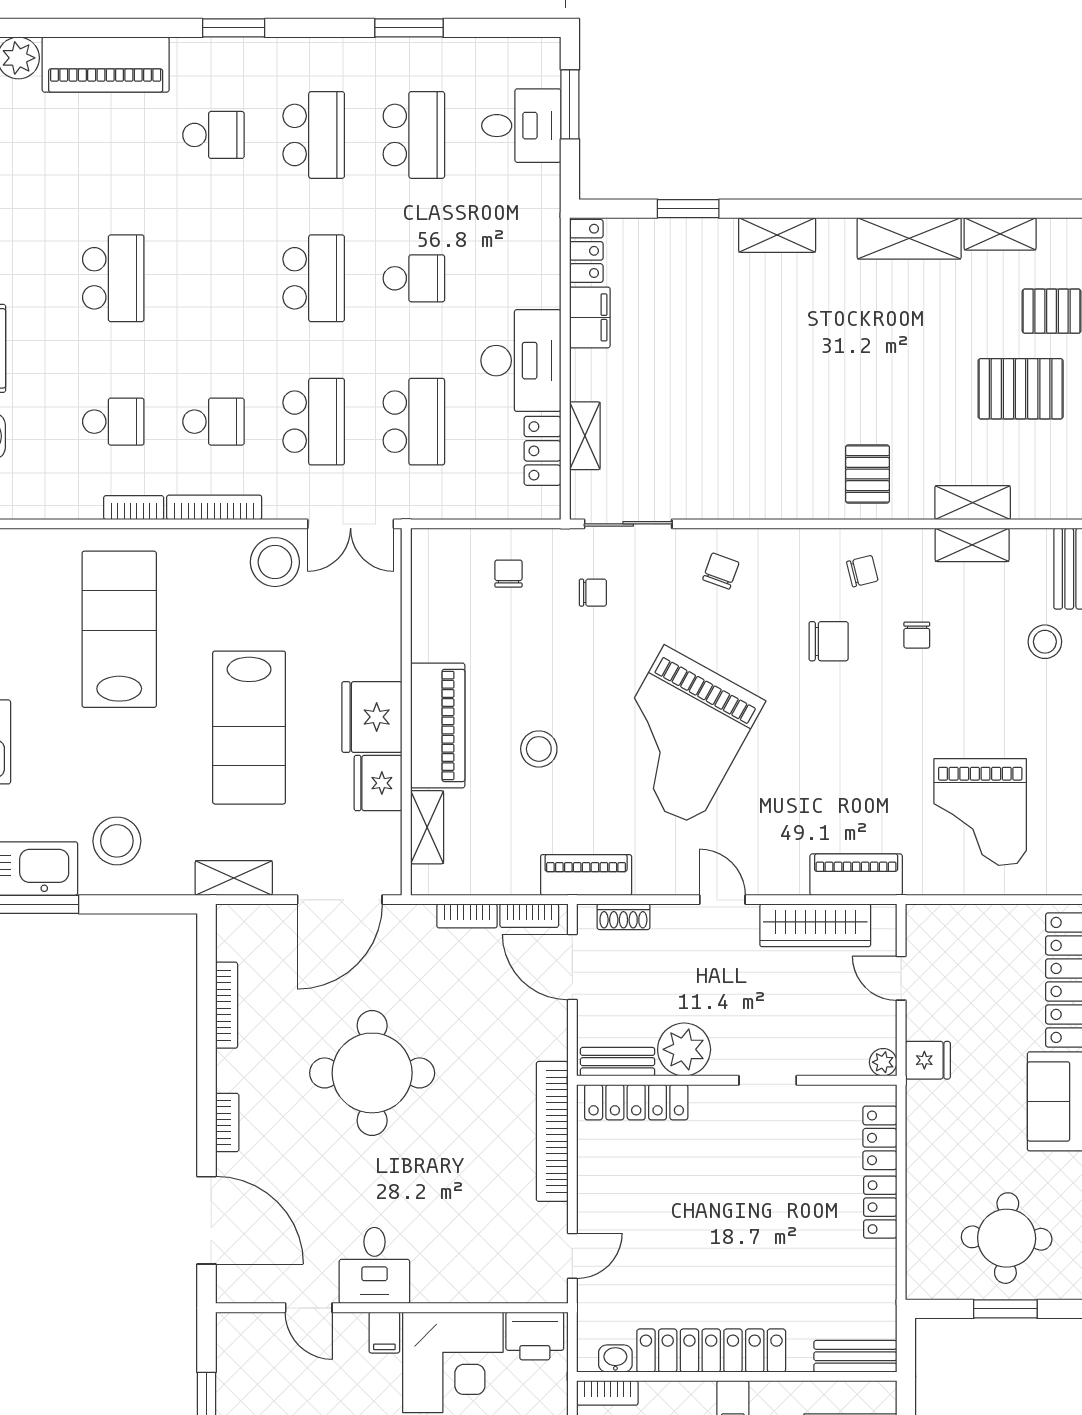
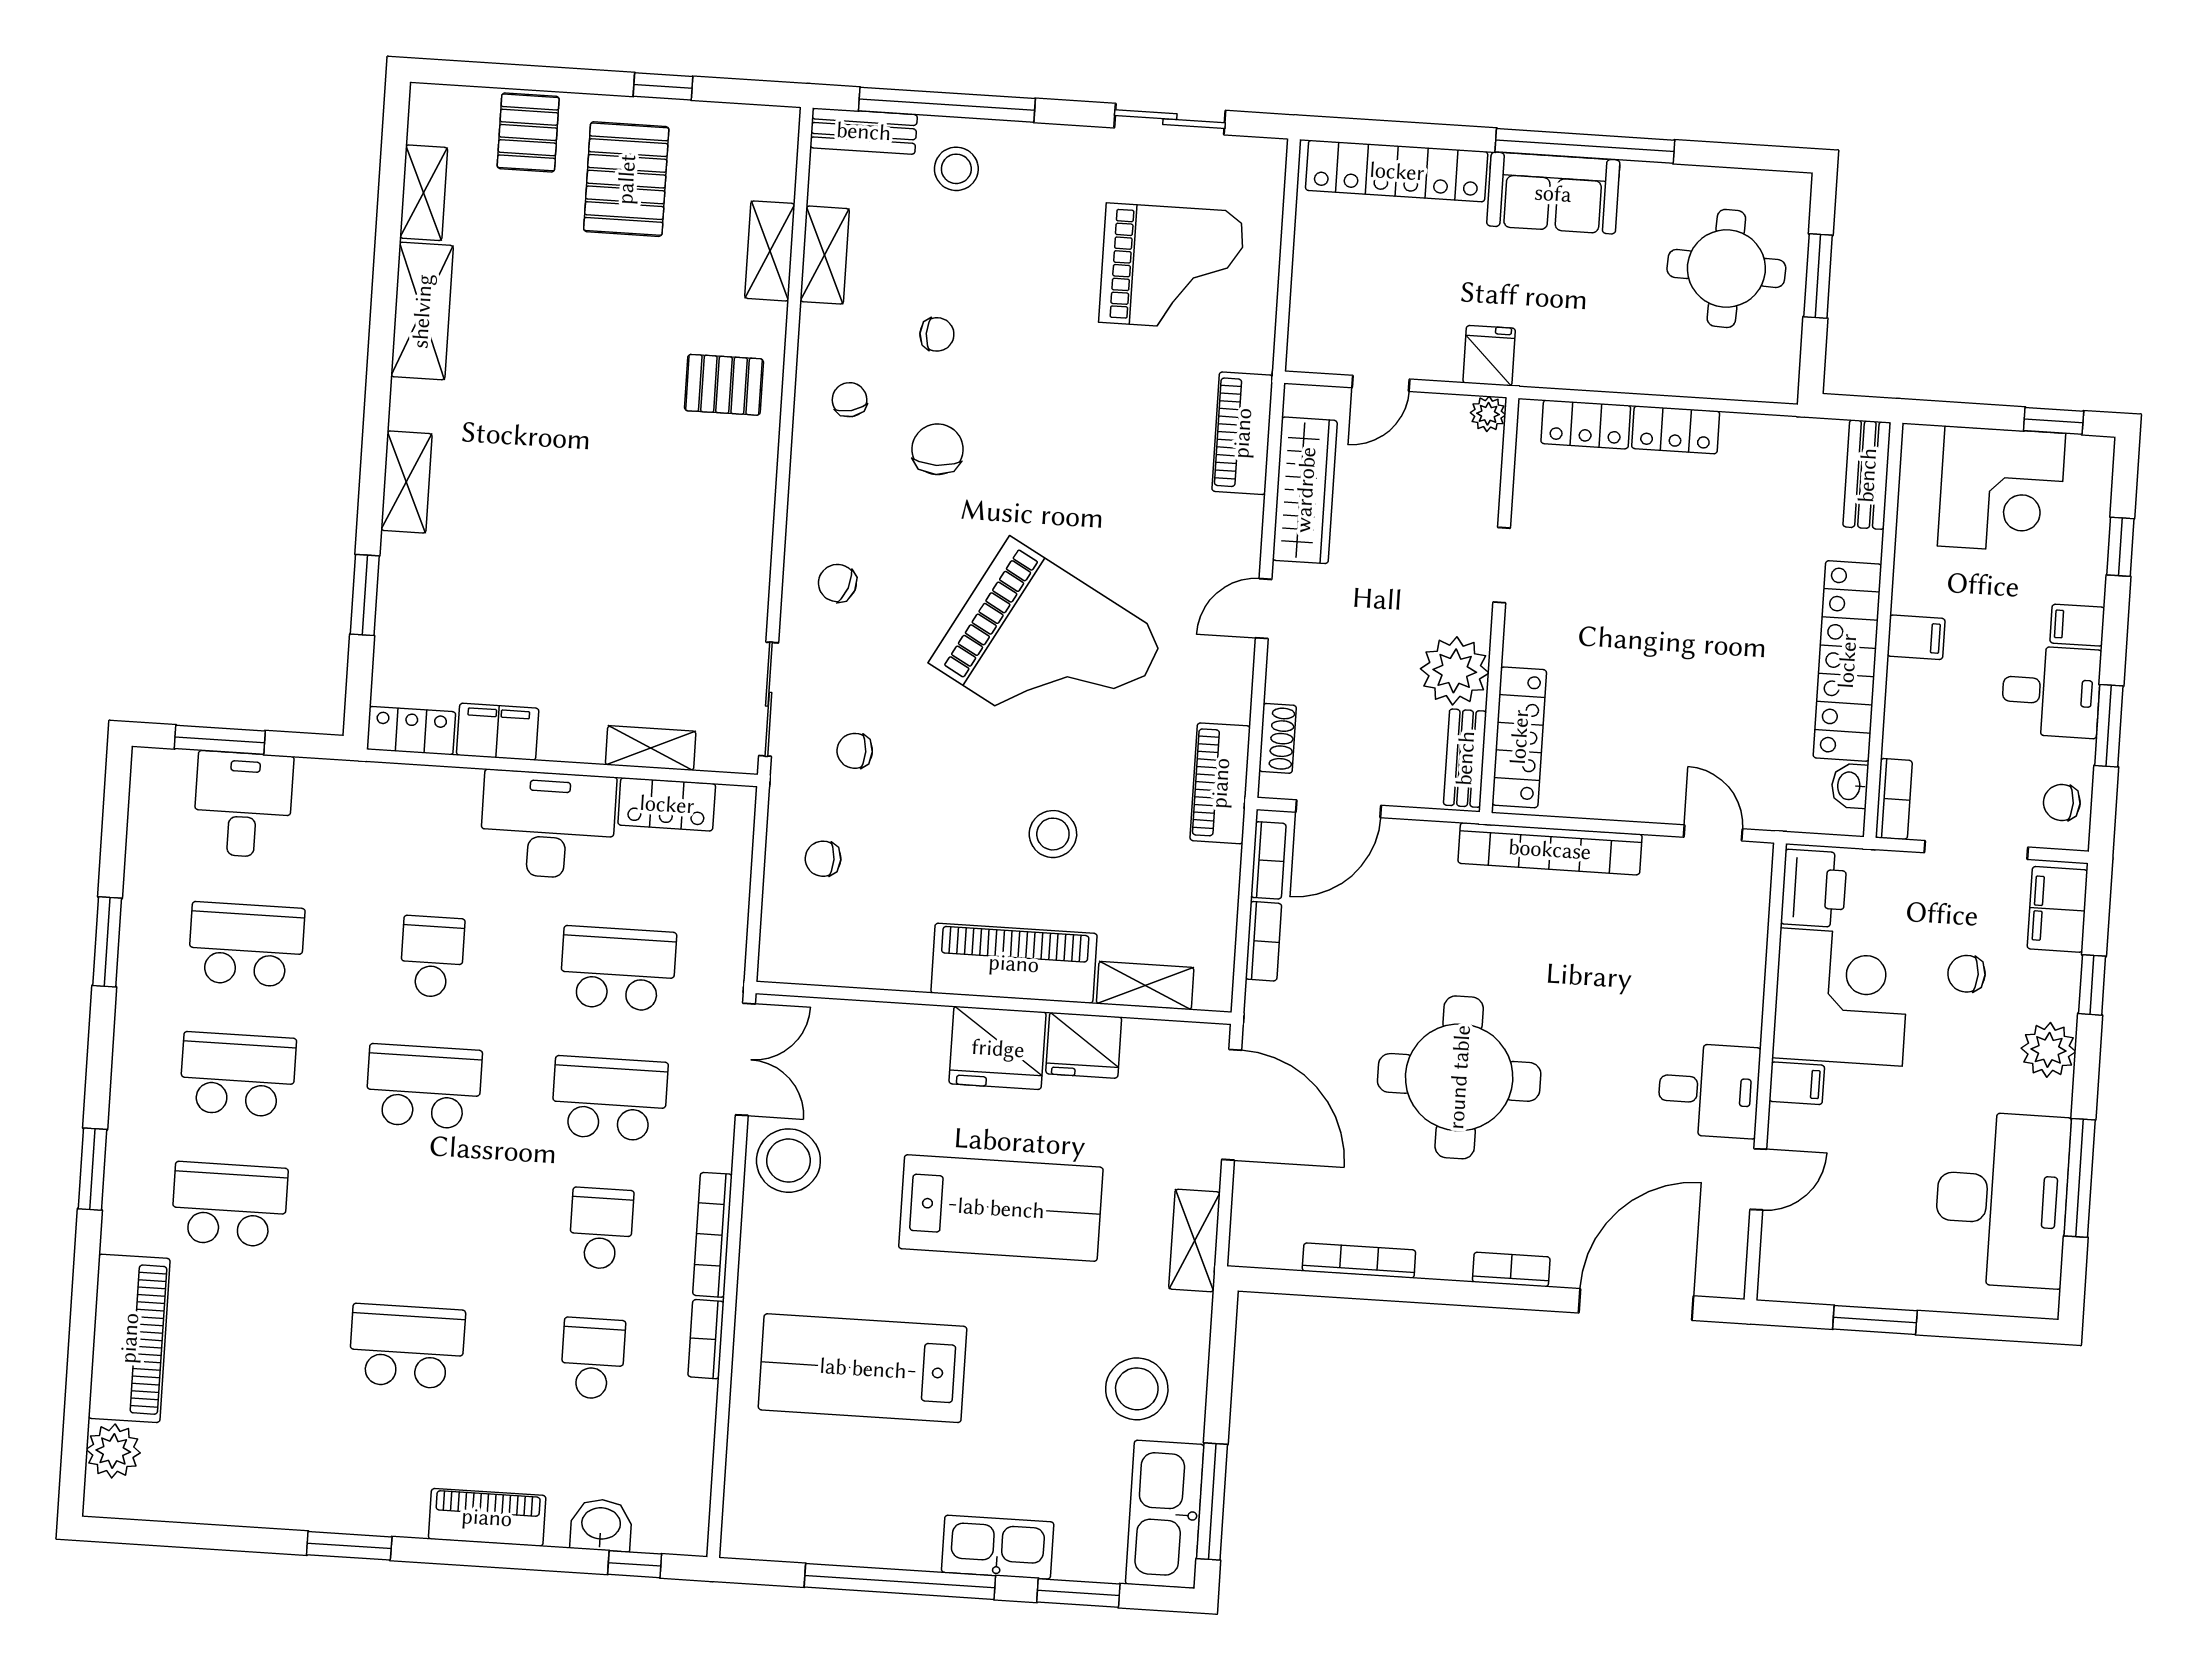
school desk: (213, 135) -> (229, 1204), width x1.85
chair: (593, 593) -> (855, 751), turned -90

